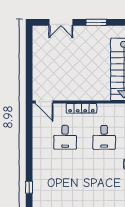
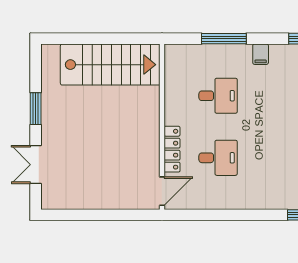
double door: (61, 22) -> (36, 165), swing flipped
locker: (81, 108) -> (172, 149), moved

